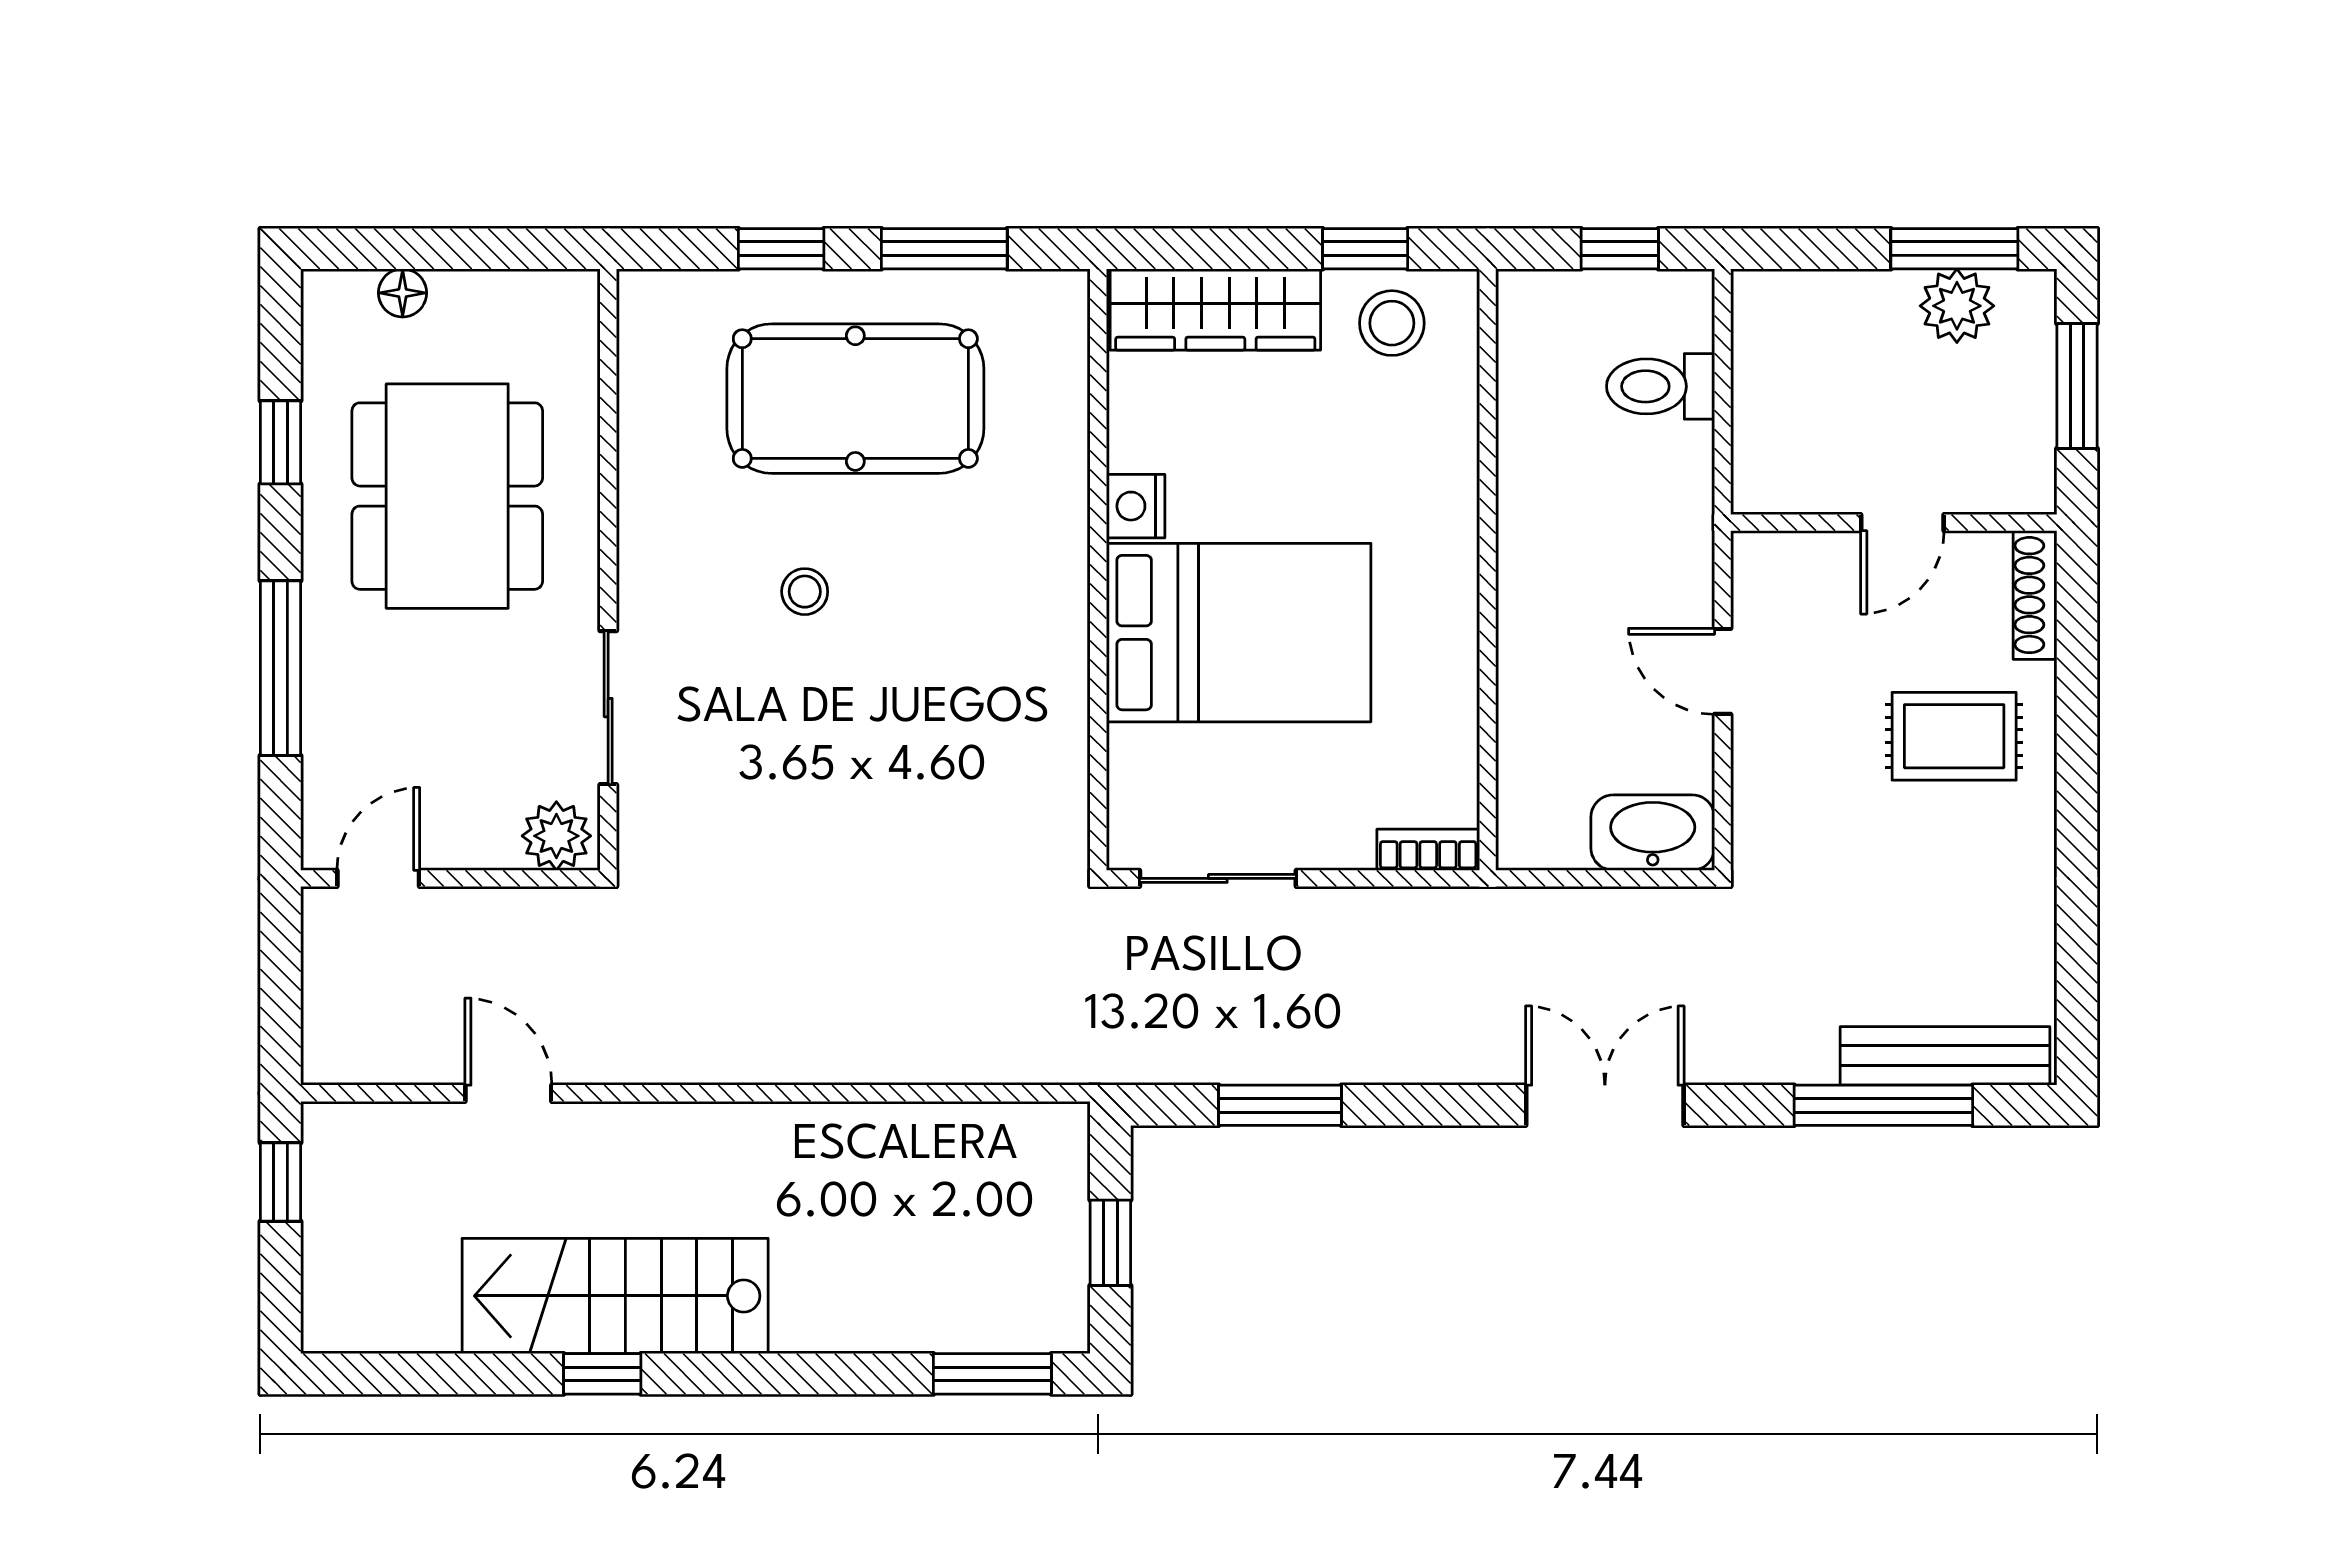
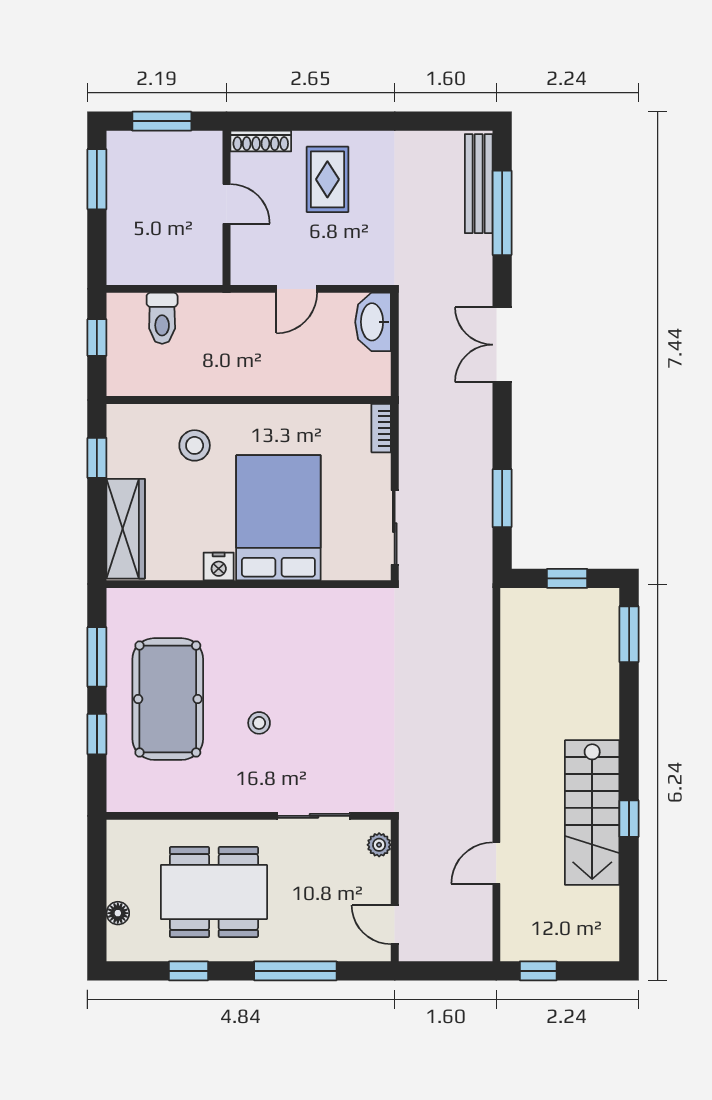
plant: (1957, 306) -> (124, 178), removed
stool: (1392, 323) -> (195, 445), moved
plant: (556, 836) -> (379, 845), width x0.73, depth x0.73

